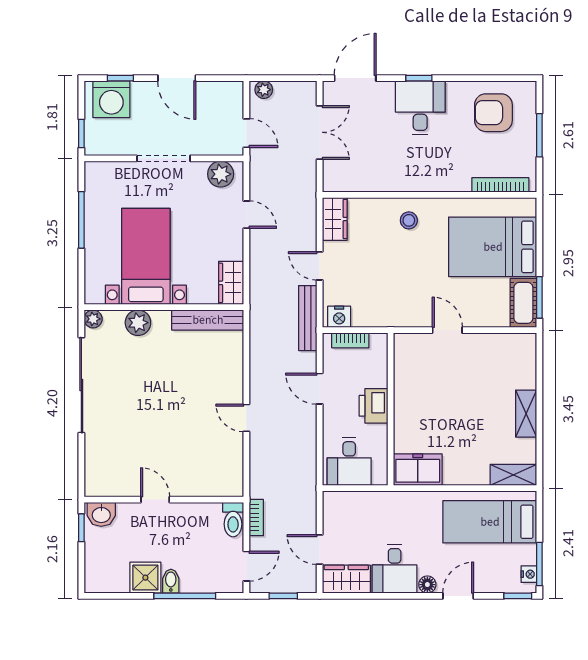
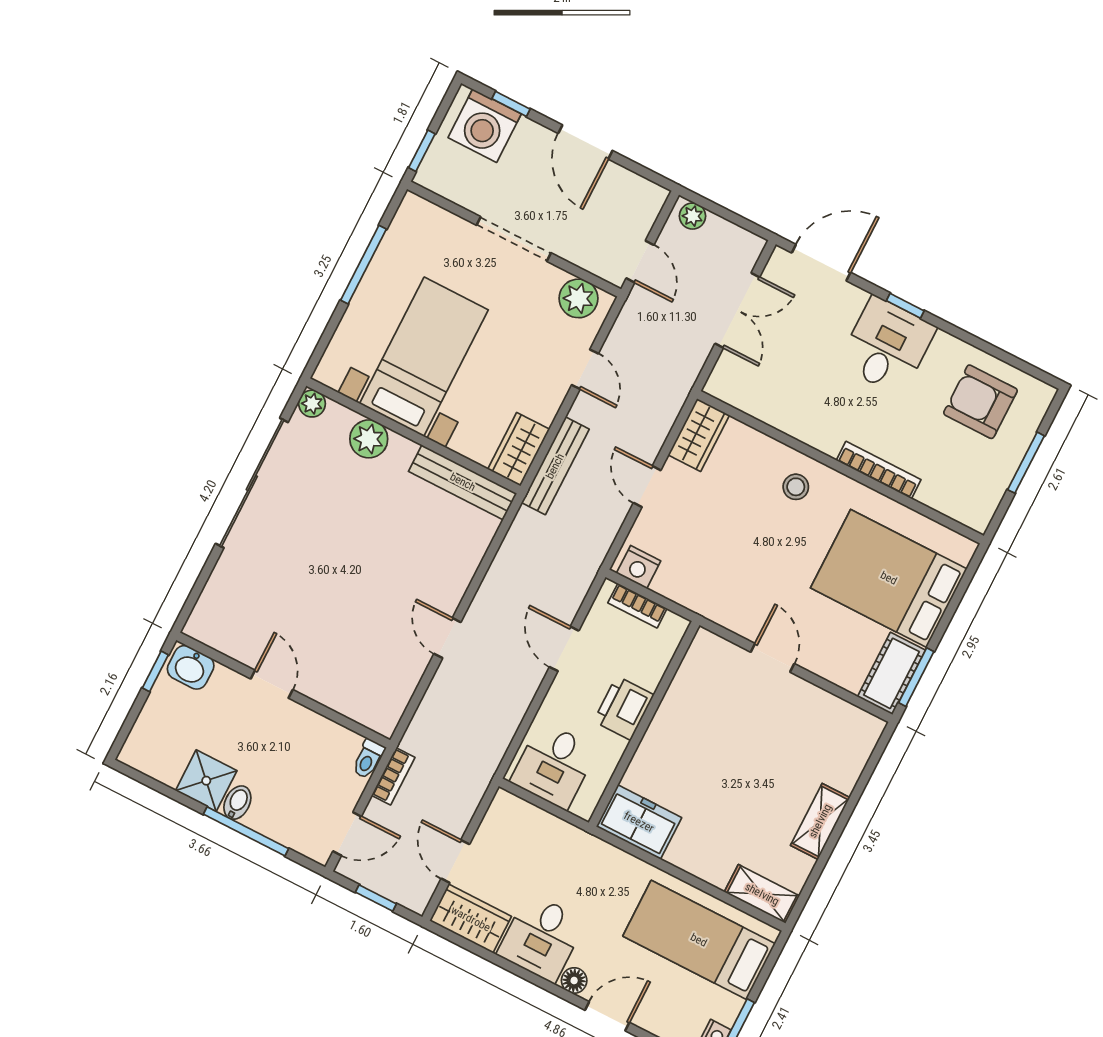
bookcase: (500, 185) -> (879, 470), moved
bench: (308, 318) -> (555, 466), moved
toilet: (233, 520) -> (368, 759), width x0.73, depth x0.72

